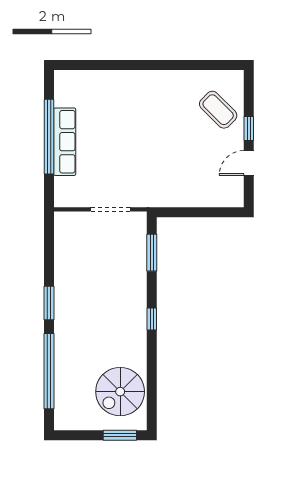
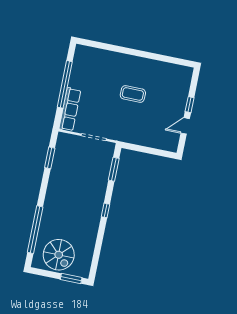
coffee table: (218, 110) -> (133, 94), moved, turned -45
row of seats: (65, 142) -> (70, 109), moved
window: (49, 303) -> (50, 158), moved
spiral stairs: (120, 392) -> (59, 255), moved, turned -90

